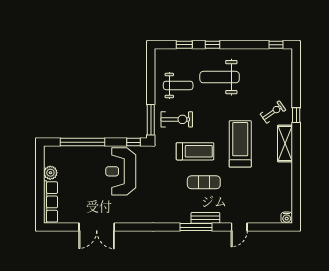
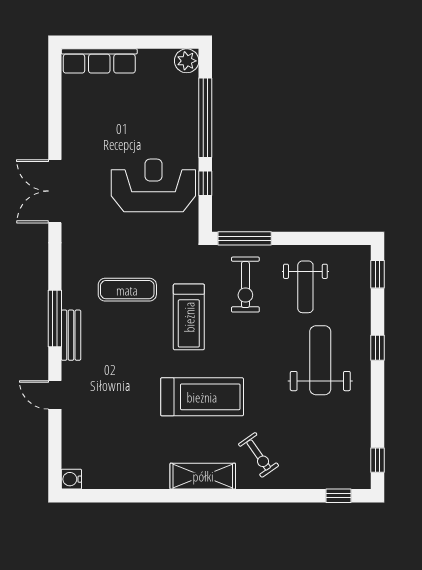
window: (184, 45) -> (378, 274), moved
window: (296, 115) -> (339, 496), moved
window: (134, 142) -> (205, 183), moved
plant: (50, 173) -> (187, 61), moved
exercise mat: (204, 182) -> (127, 290), moved, turned 90
double door: (97, 227) -> (55, 191), moved

